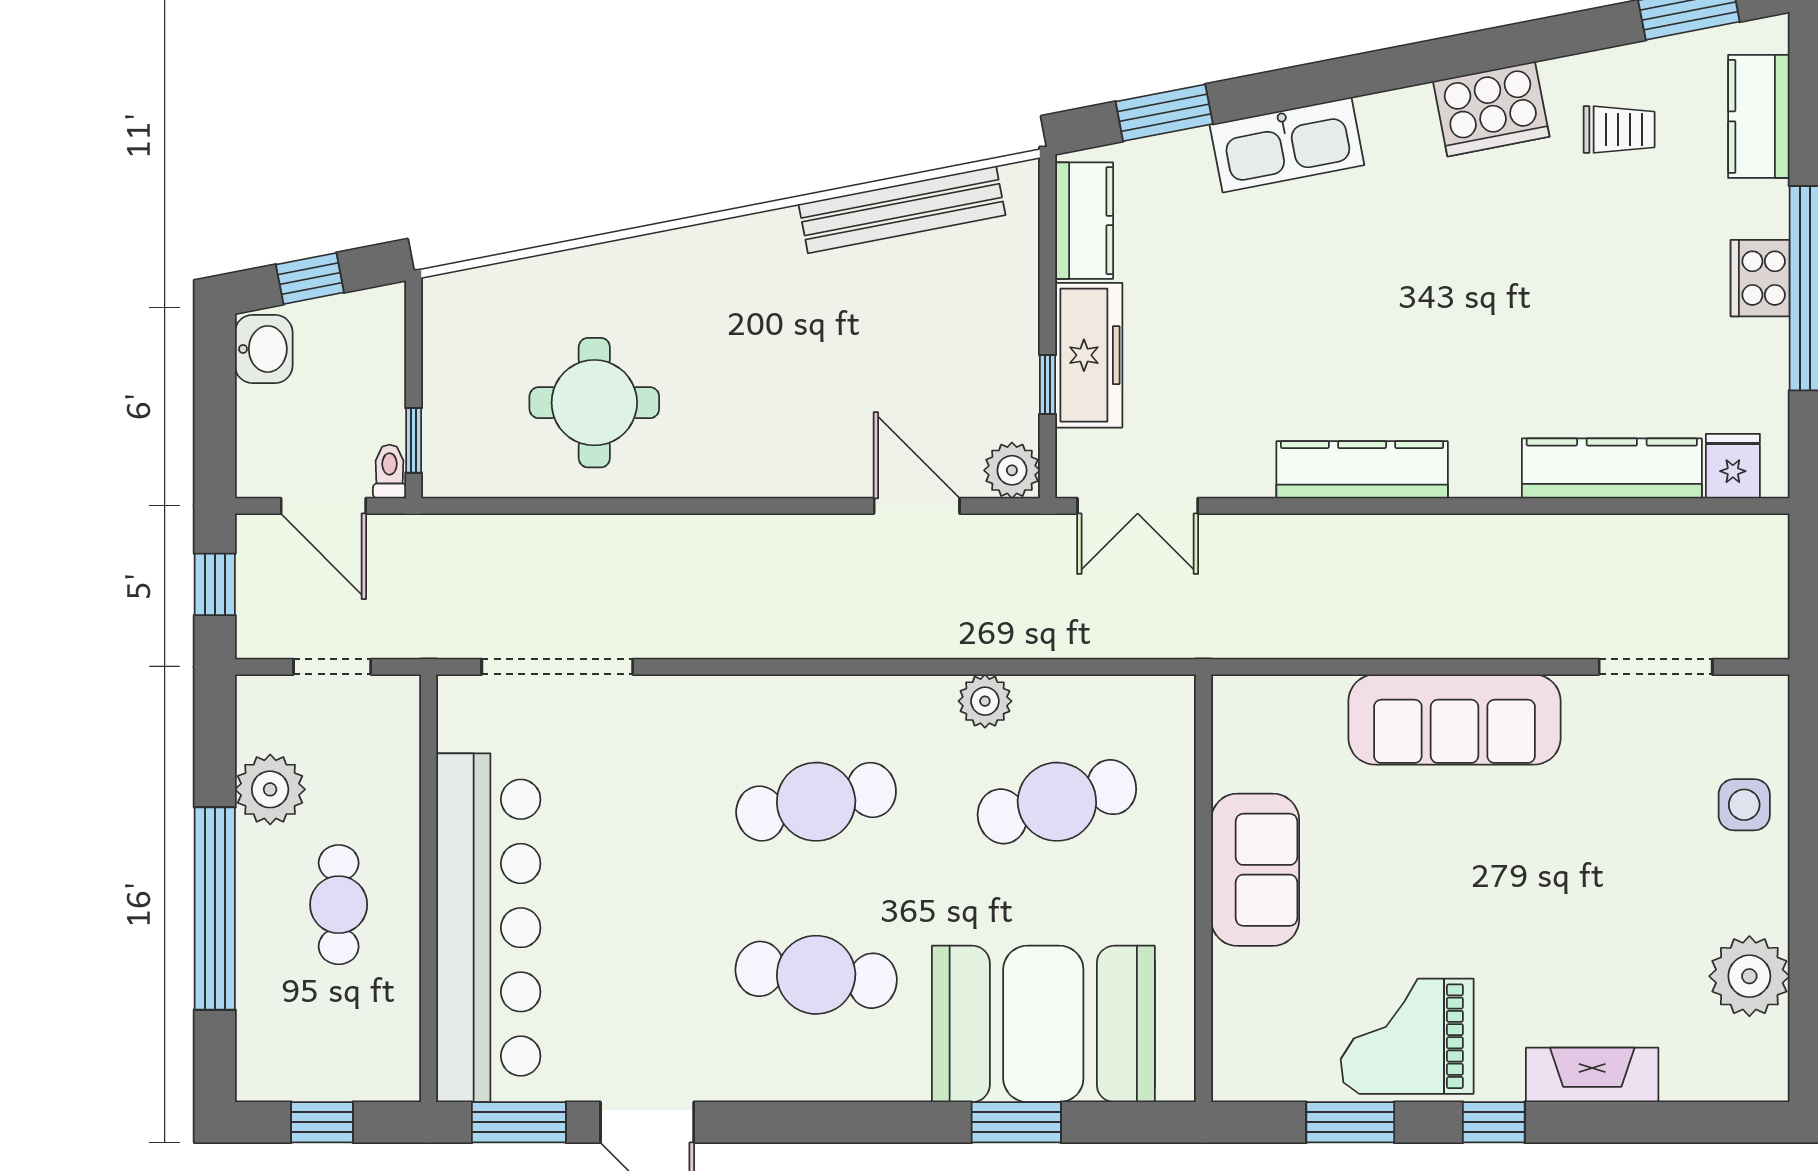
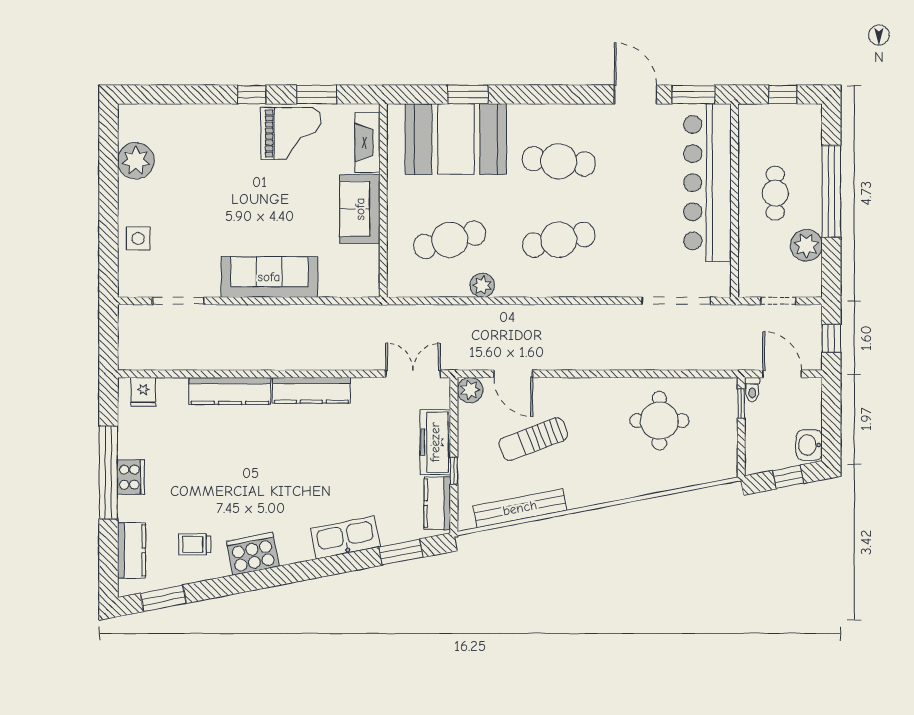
sun lounger: (872, 362) -> (533, 439), added
window: (1048, 384) -> (454, 471), moved
kitchen counter: (1612, 468) -> (230, 391), moved
fireplace: (1592, 1075) -> (367, 143), moved, turned 90

